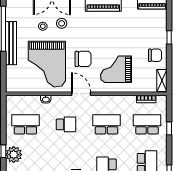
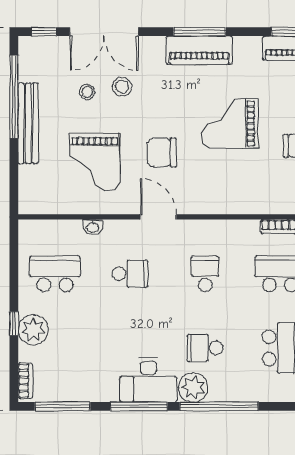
chair: (83, 59) -> (162, 152), turned 180
grand piano: (47, 64) -> (95, 162), width x0.73, depth x0.68
grand piano: (116, 69) -> (230, 124), moved
school desk: (106, 124) -> (205, 274), width x0.54

